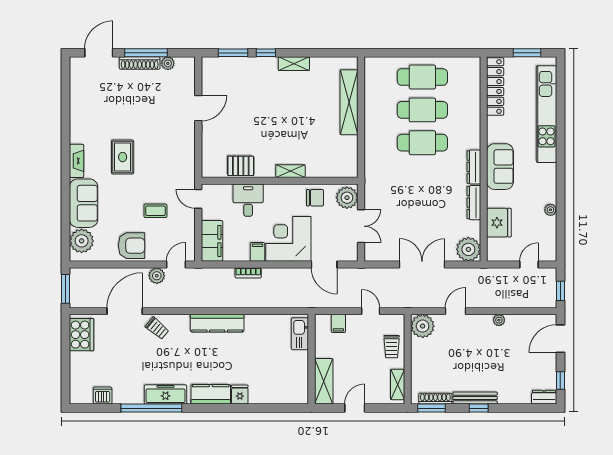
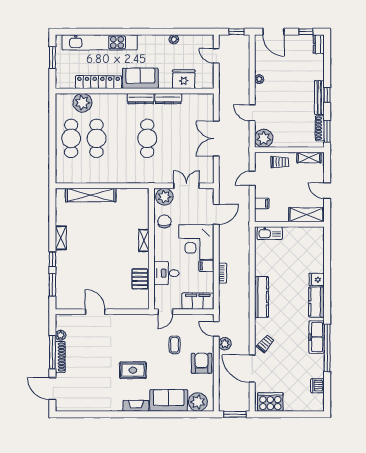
locker: (495, 87) -> (99, 82), moved
cafe table: (422, 143) -> (147, 138), moved
plant: (468, 249) -> (82, 103), moved

